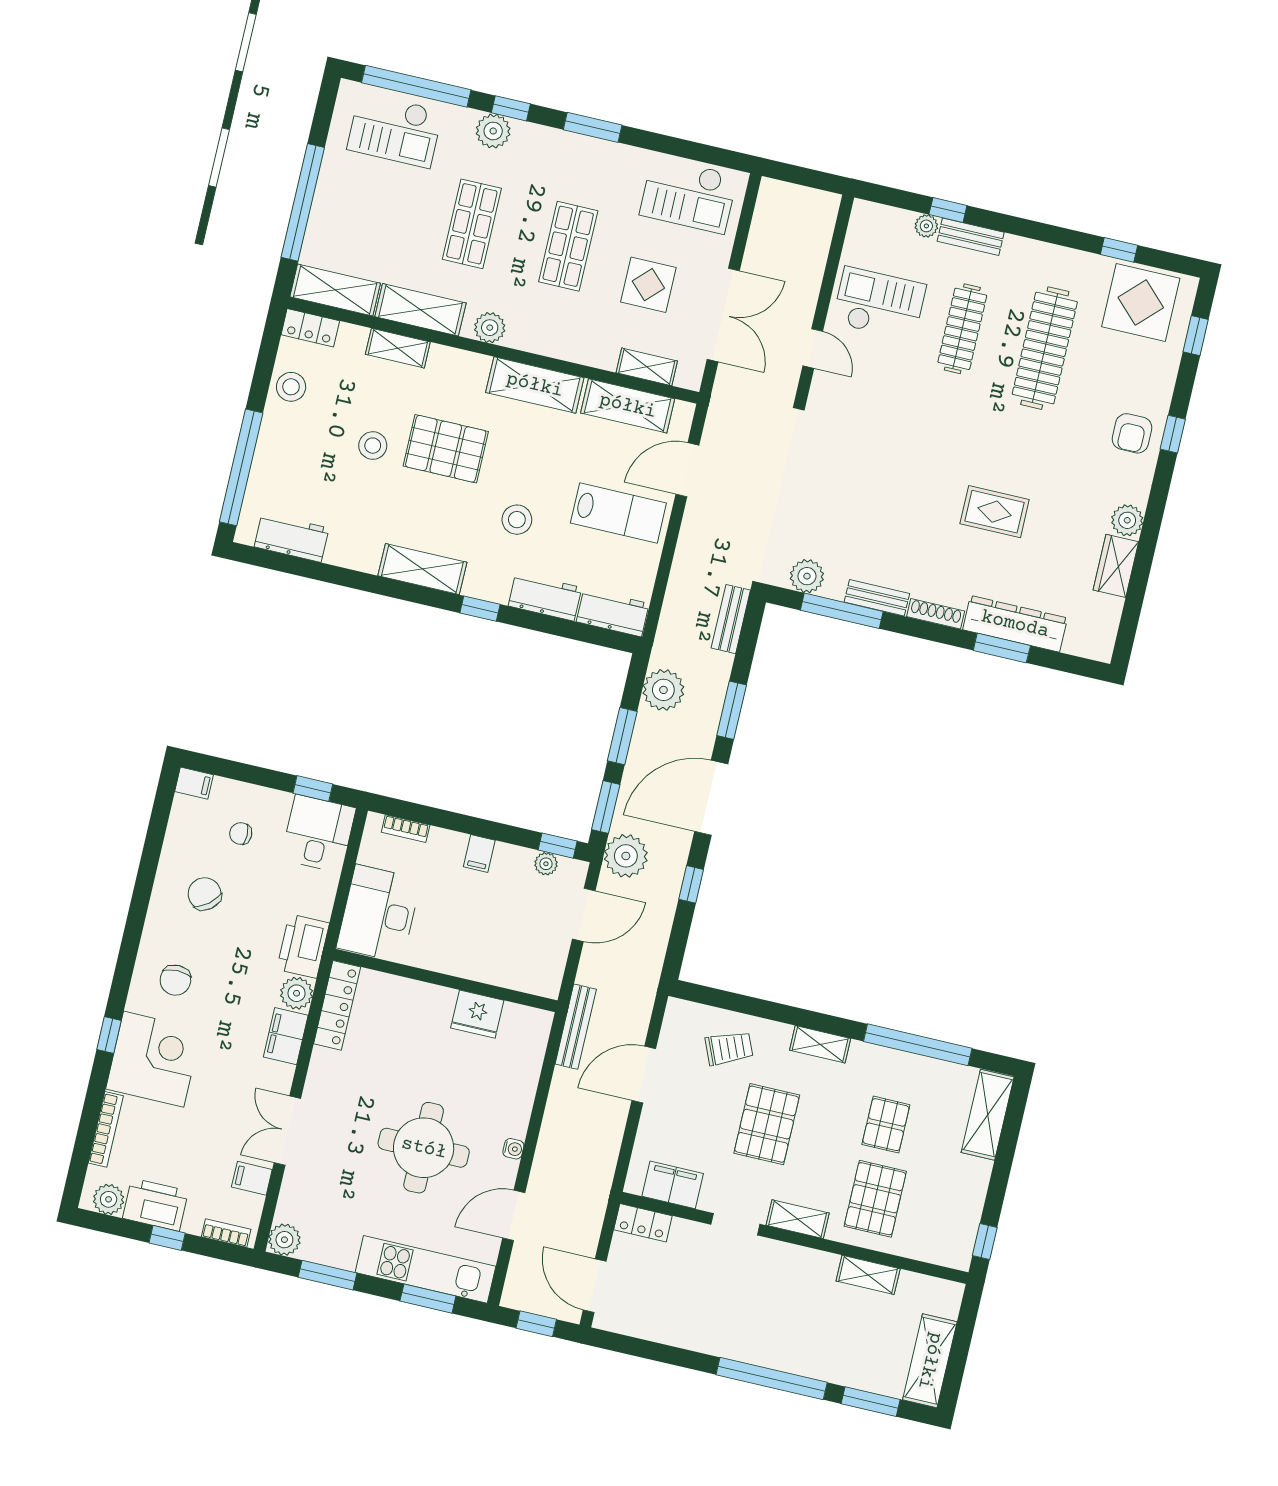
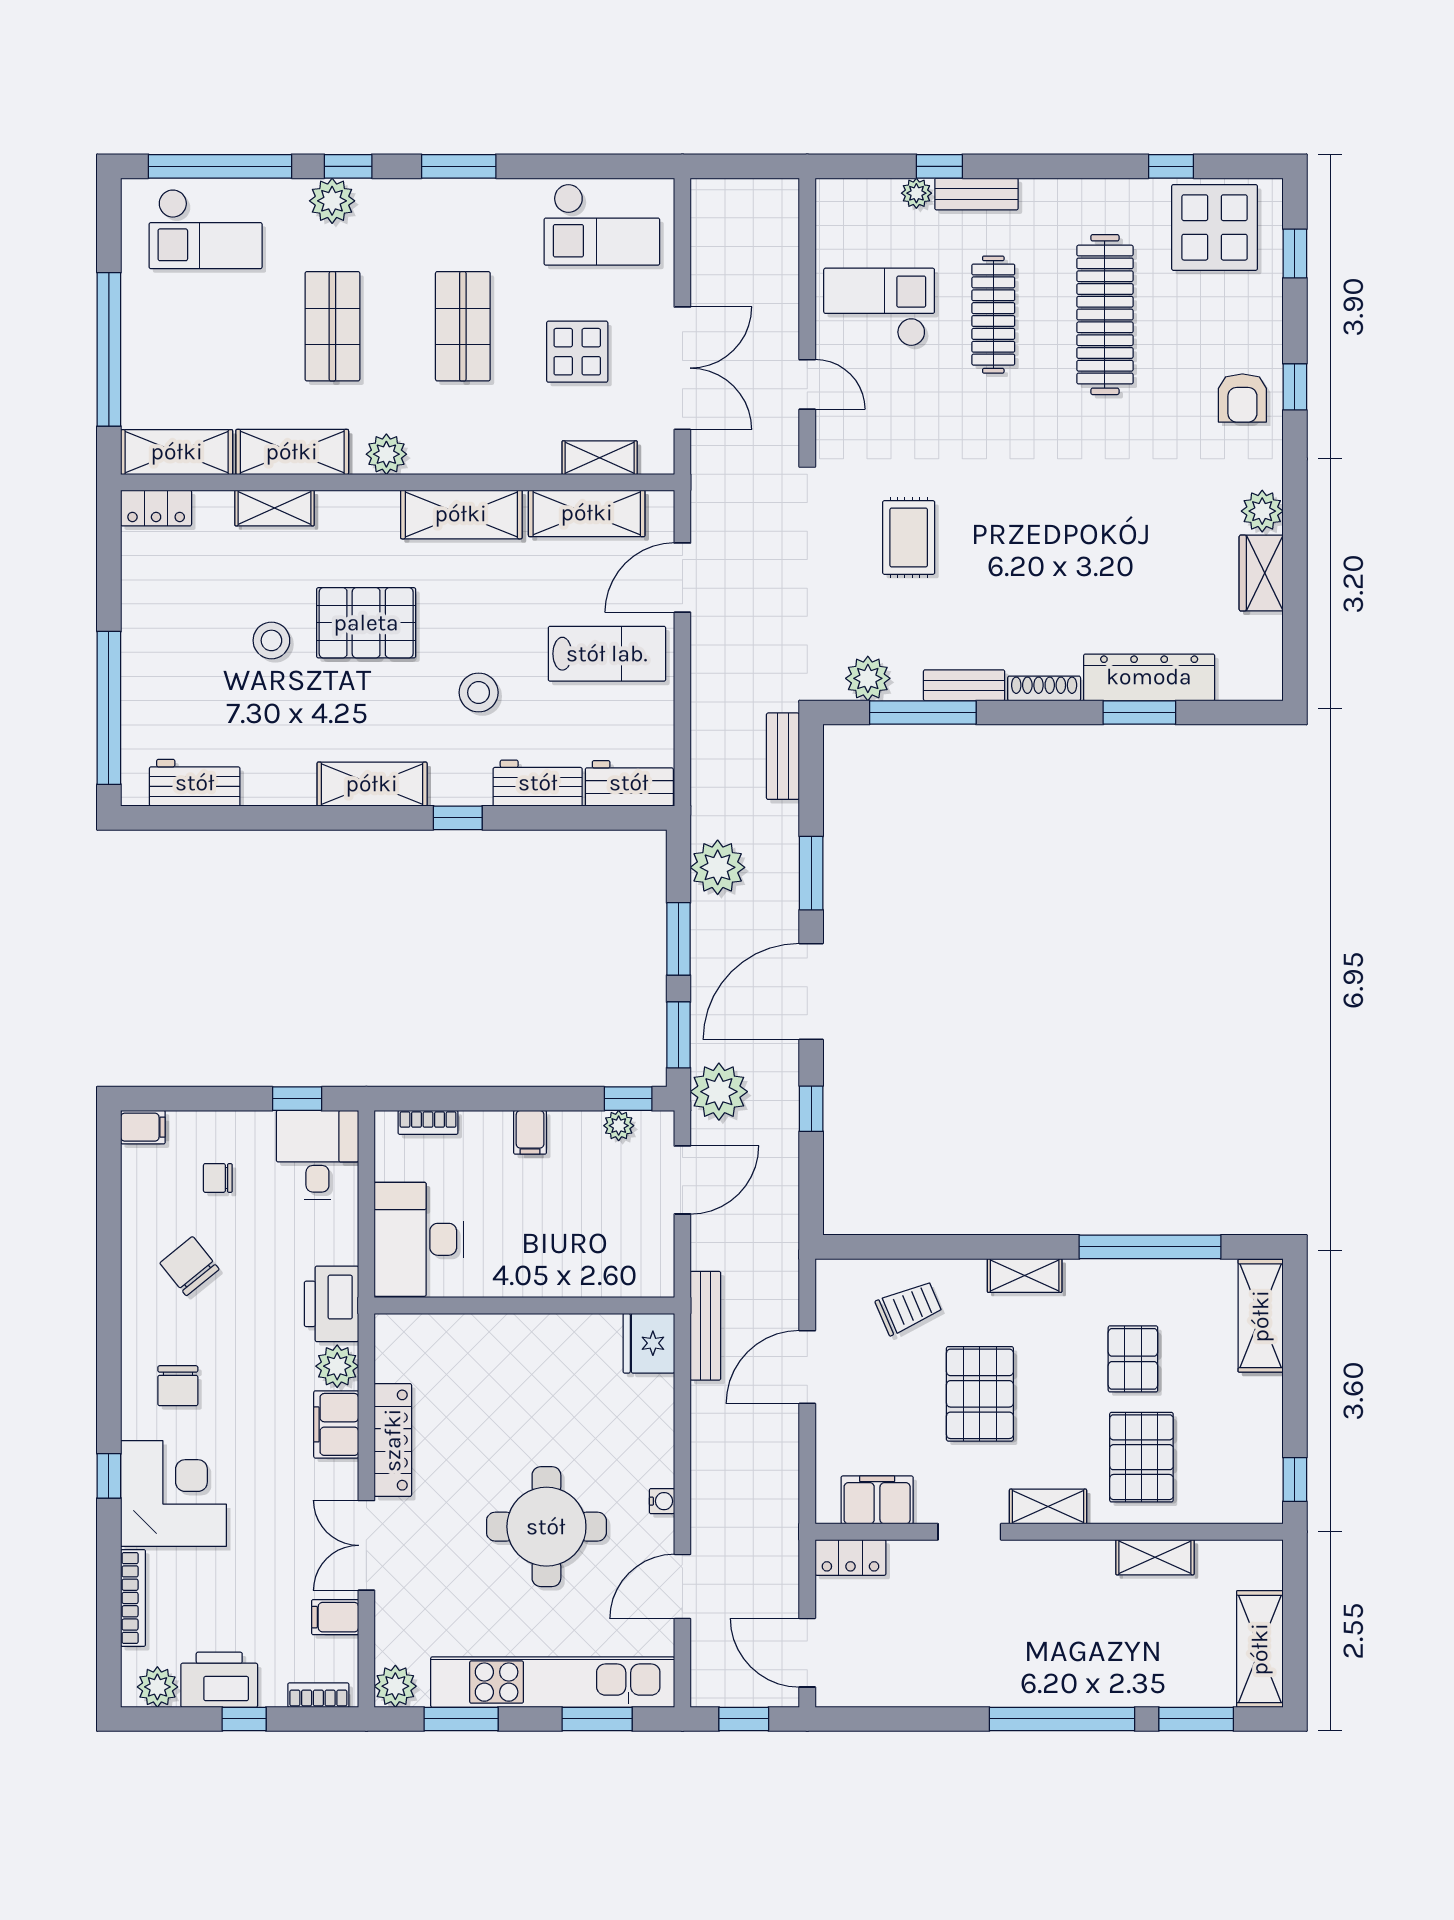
stool: (291, 387) -> (149, 590), removed
rug: (995, 512) -> (909, 537), moved, turned 90
locker: (337, 1005) -> (393, 1440), moved
fridge: (477, 1014) -> (649, 1343), moved, turned 90
kitchen unit: (425, 1269) -> (553, 1682), width x1.36

